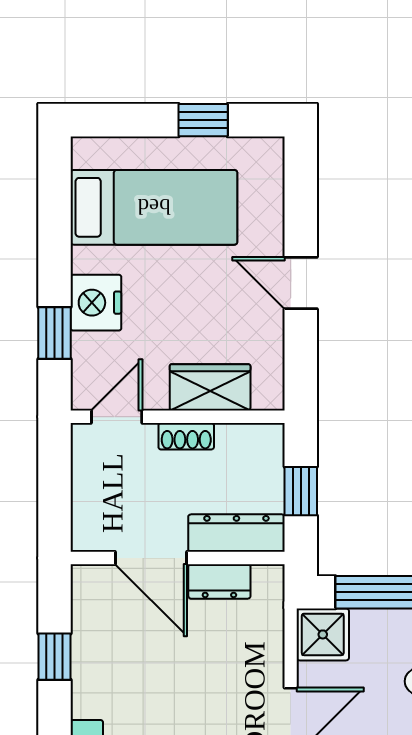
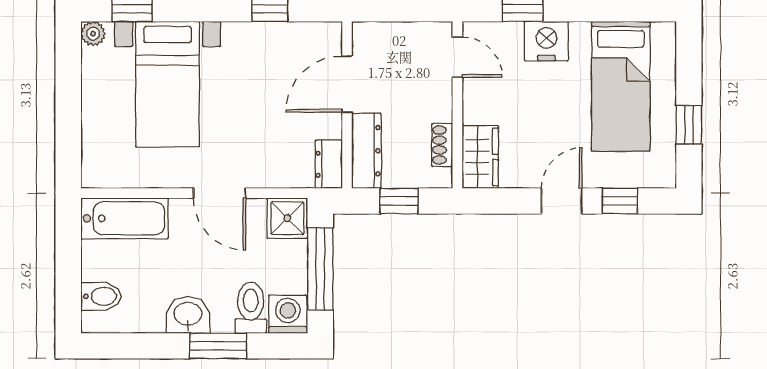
window: (301, 209) -> (620, 201), added
wardrobe: (210, 387) -> (480, 157), moved
shoe rack: (186, 436) -> (442, 145), moved
dresser: (219, 581) -> (329, 164), moved

